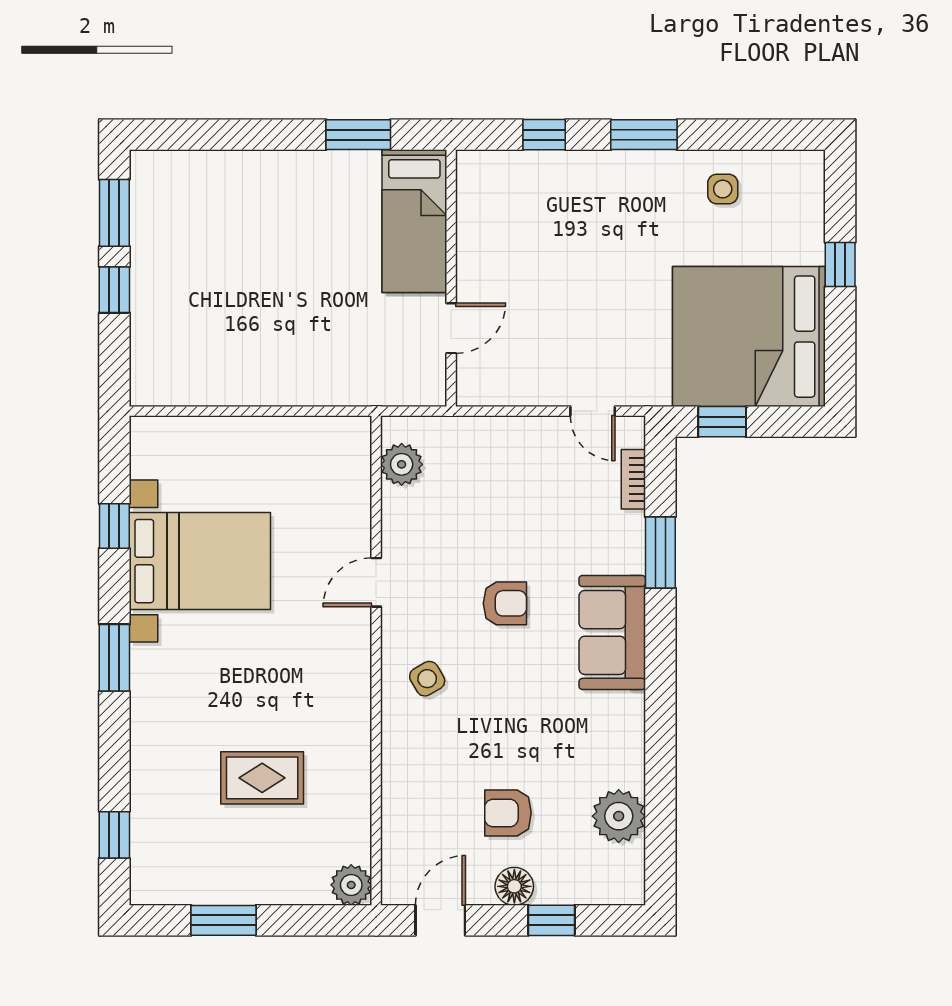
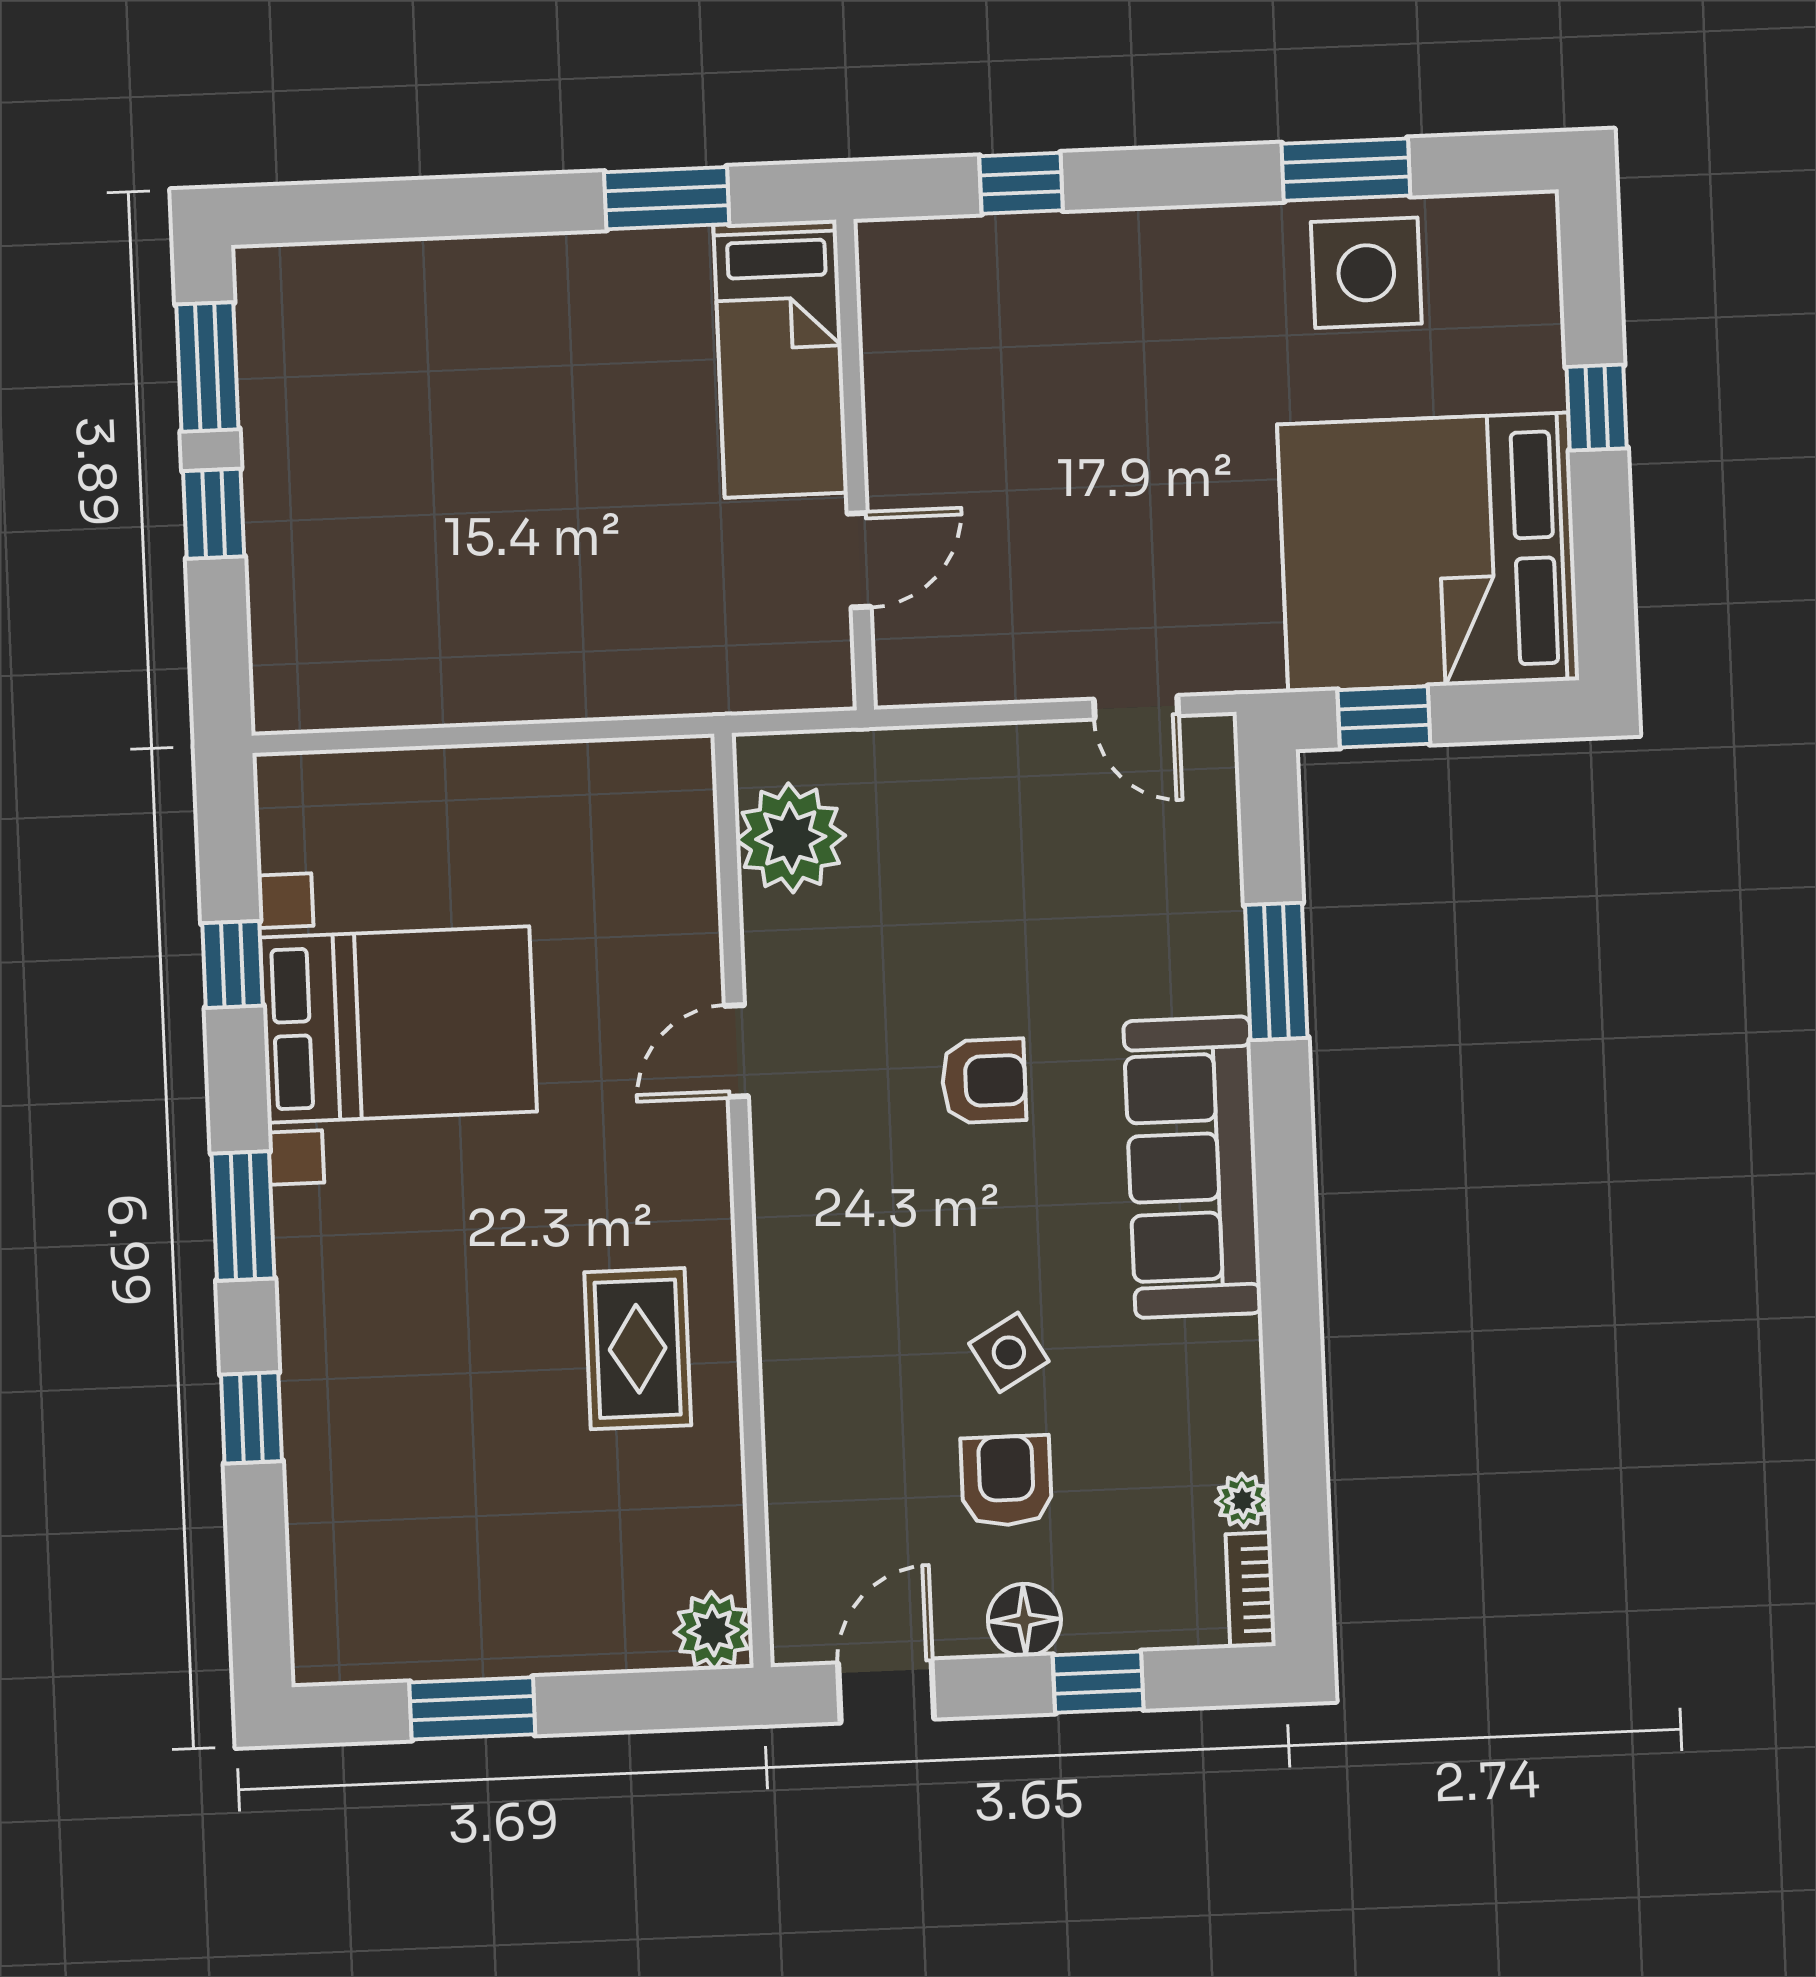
window: (644, 135) -> (1346, 170), moved
side table: (723, 189) -> (1366, 273), width x1.87, depth x1.87
plant: (402, 464) -> (791, 838), width x1.36, depth x1.36
bookcase: (633, 479) -> (1251, 1590), moved
sofa: (612, 632) -> (1193, 1167), width x1.36
side table: (427, 679) -> (1009, 1352), moved
rug: (262, 778) -> (638, 1349), moved, turned 90
armchair: (508, 813) -> (1006, 1481), turned 90
plant: (619, 816) -> (1243, 1501), width x0.53, depth x0.53
window: (114, 835) -> (251, 1418), moved

